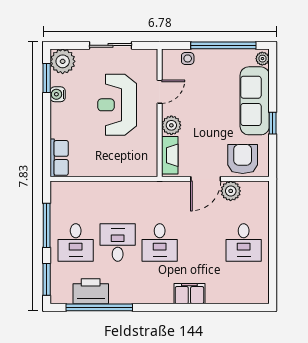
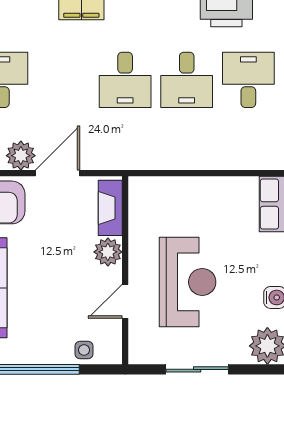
desk: (160, 242) -> (125, 80), turned 180

